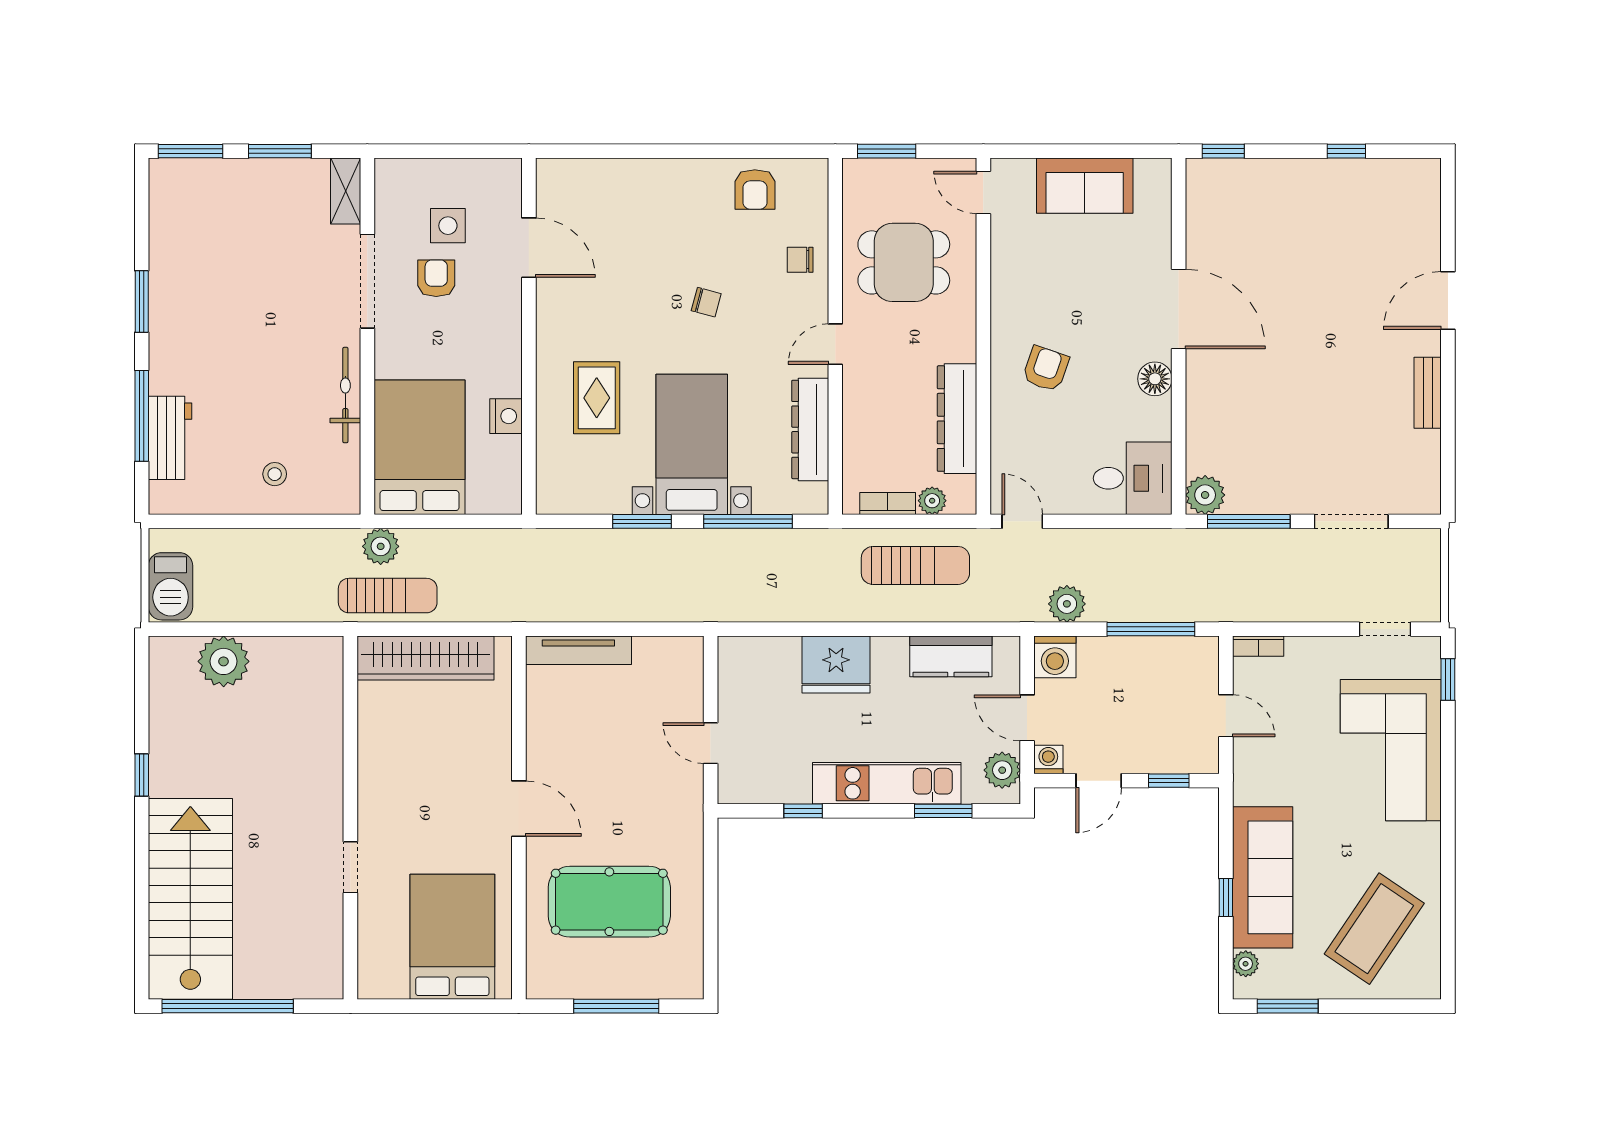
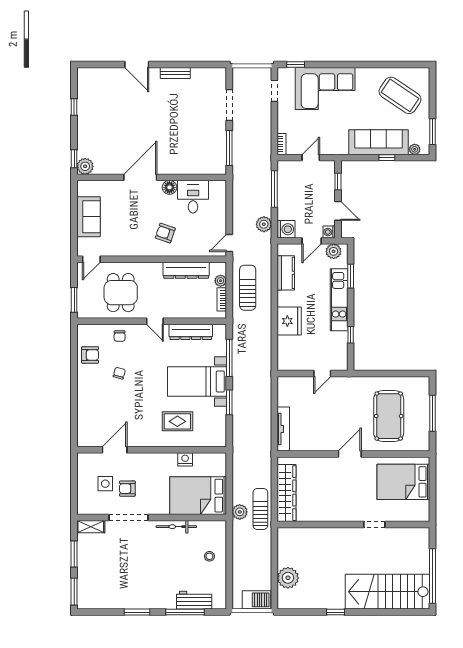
chair: (706, 302) -> (119, 373), moved
desk: (1133, 478) -> (193, 197), moved
plant: (1205, 495) -> (85, 166), moved

